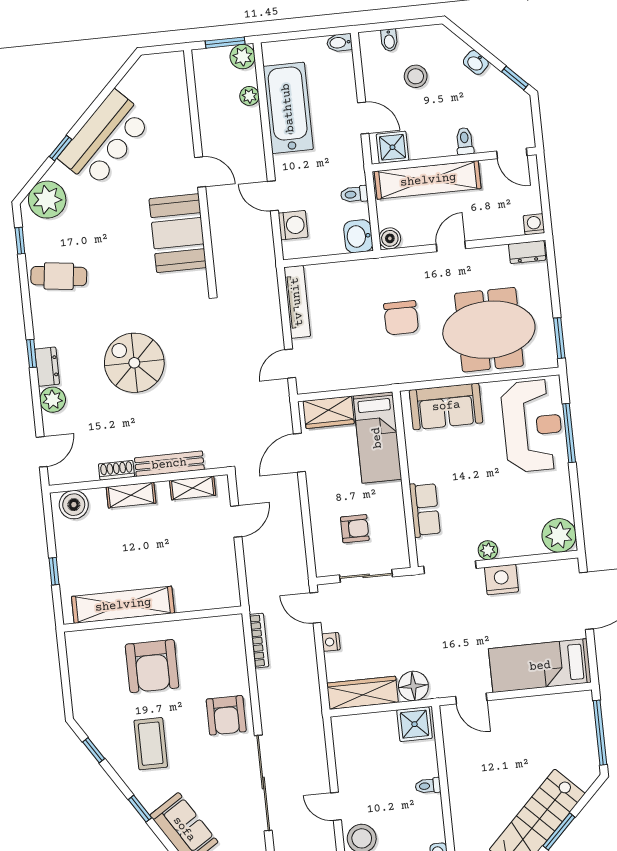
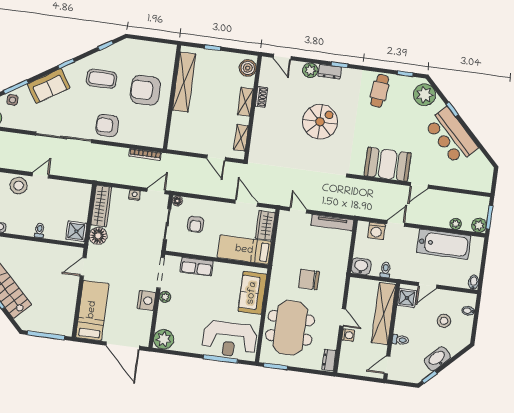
washbasin: (476, 62) -> (437, 359), width x1.91, depth x1.45
washing machine: (534, 224) -> (348, 335), moved
boiler: (390, 238) -> (356, 284), removed
bench: (169, 464) -> (258, 128), removed
floor lamp: (323, 568) -> (177, 201), added

